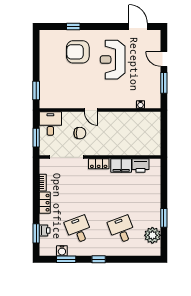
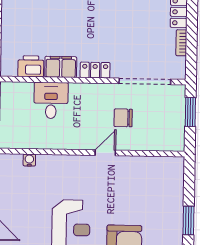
window: (36, 90) -> (189, 220), moved
door: (91, 110) -> (105, 153), hinge flipped
desk: (50, 124) -> (51, 100), moved, turned 180

